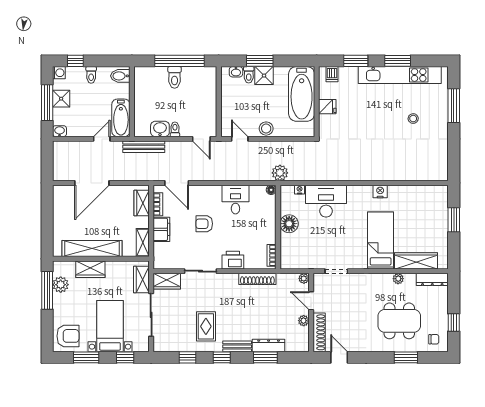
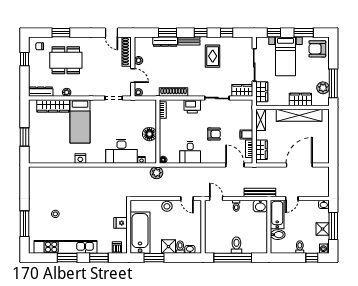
window: (260, 61) -> (154, 258), moved
bidet: (120, 76) -> (278, 235), moved
washbasin: (160, 129) -> (260, 206), moved
filing cabinet: (161, 229) -> (246, 134), width x0.50

